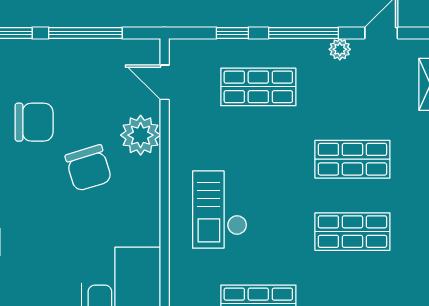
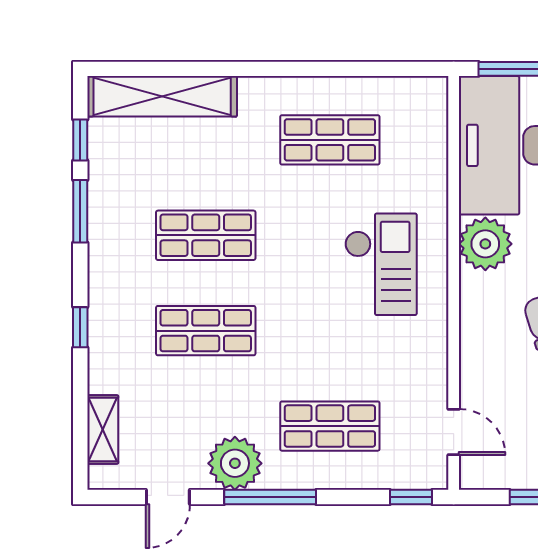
window: (232, 33) -> (411, 497), moved
plant: (340, 49) -> (235, 463), width x1.88, depth x1.88
plant: (141, 135) -> (485, 244), moved

